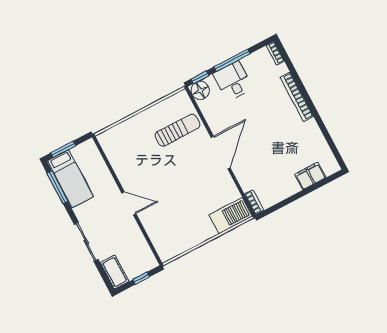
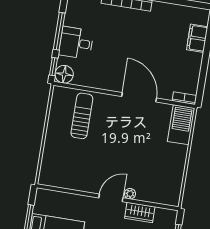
door: (221, 153) -> (139, 97), moved
plant: (144, 216) -> (130, 194), added
wardrobe: (135, 236) -> (140, 212), added

